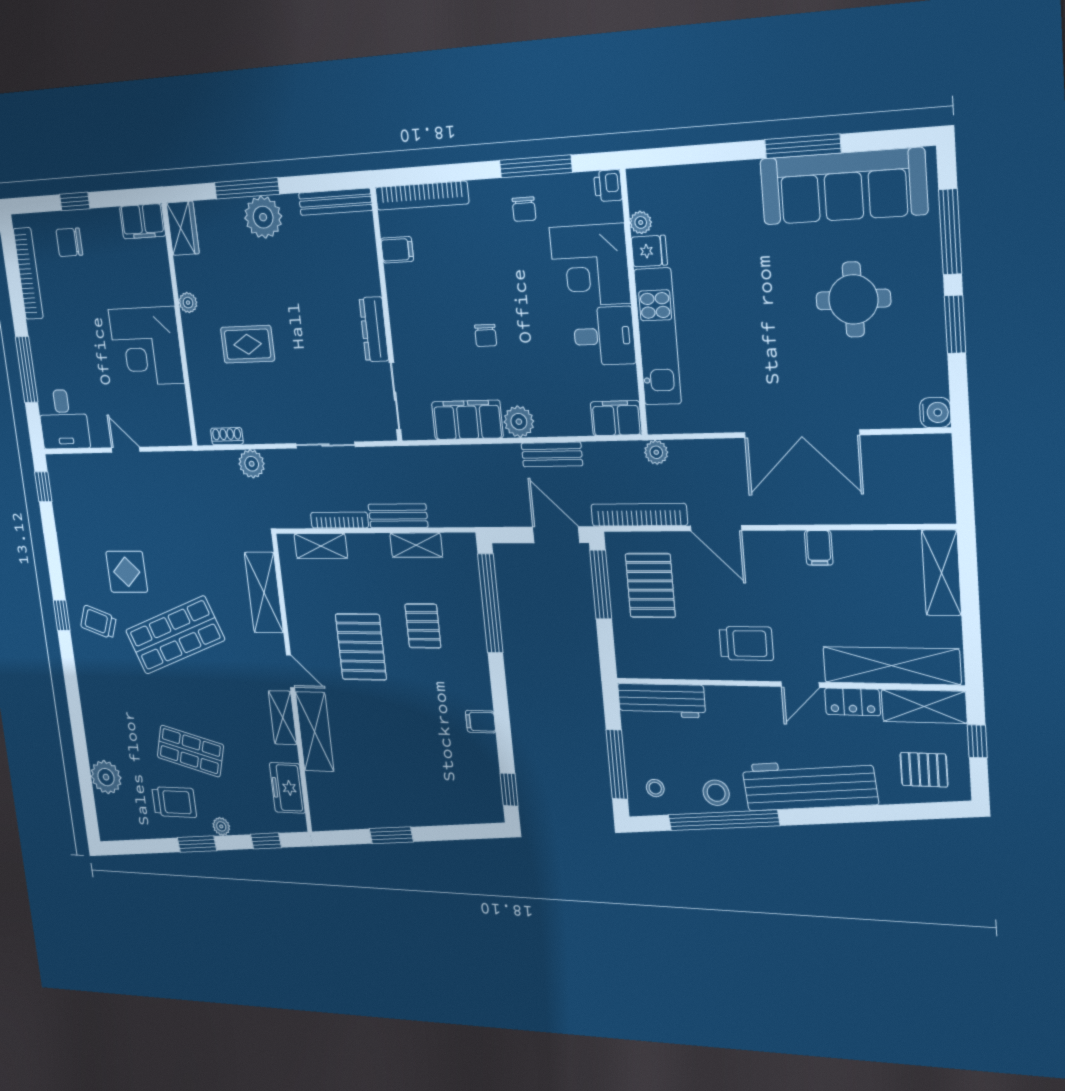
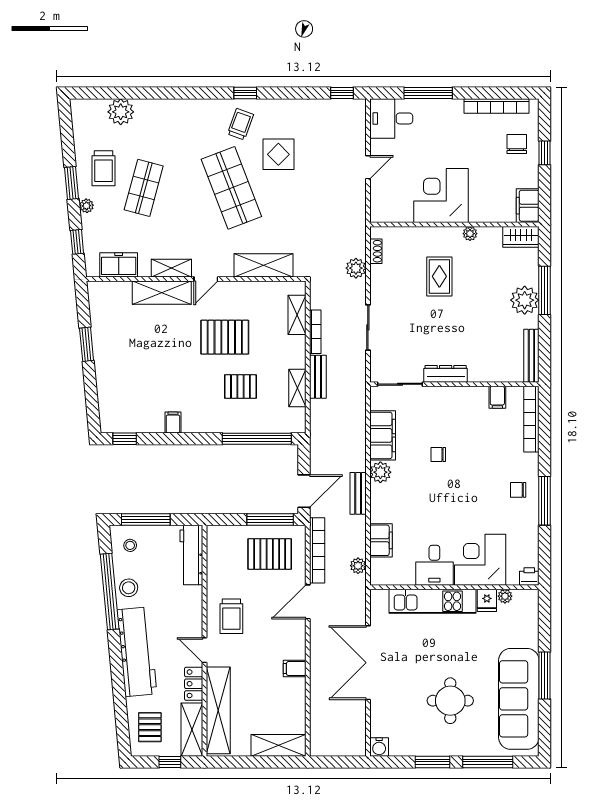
printer: (608, 186) -> (529, 576), moved
plant: (641, 222) -> (505, 596), moved
fridge: (649, 251) -> (487, 600), moved
corner desk: (590, 265) -> (480, 560), moved
wall: (634, 303) -> (454, 587), moved
desk: (604, 336) -> (434, 565), moved
kitchen unit: (658, 337) -> (432, 601), moved

